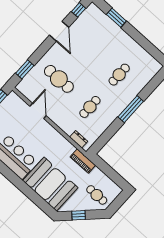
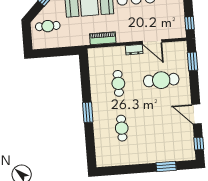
window: (131, 109) -> (88, 112), width x0.69
dresser: (79, 139) -> (134, 50), moved
piano: (83, 161) -> (103, 38), moved

